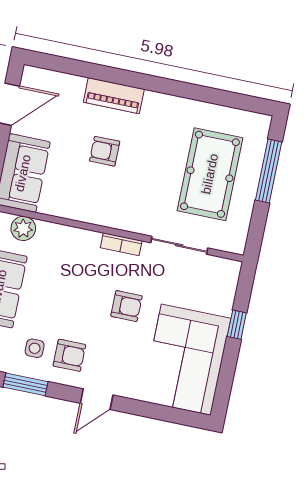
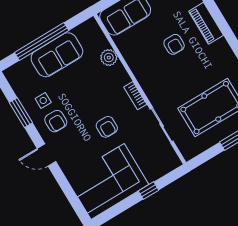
armchair: (105, 151) -> (174, 44), turned 180
plant: (23, 228) -> (109, 58), moved

